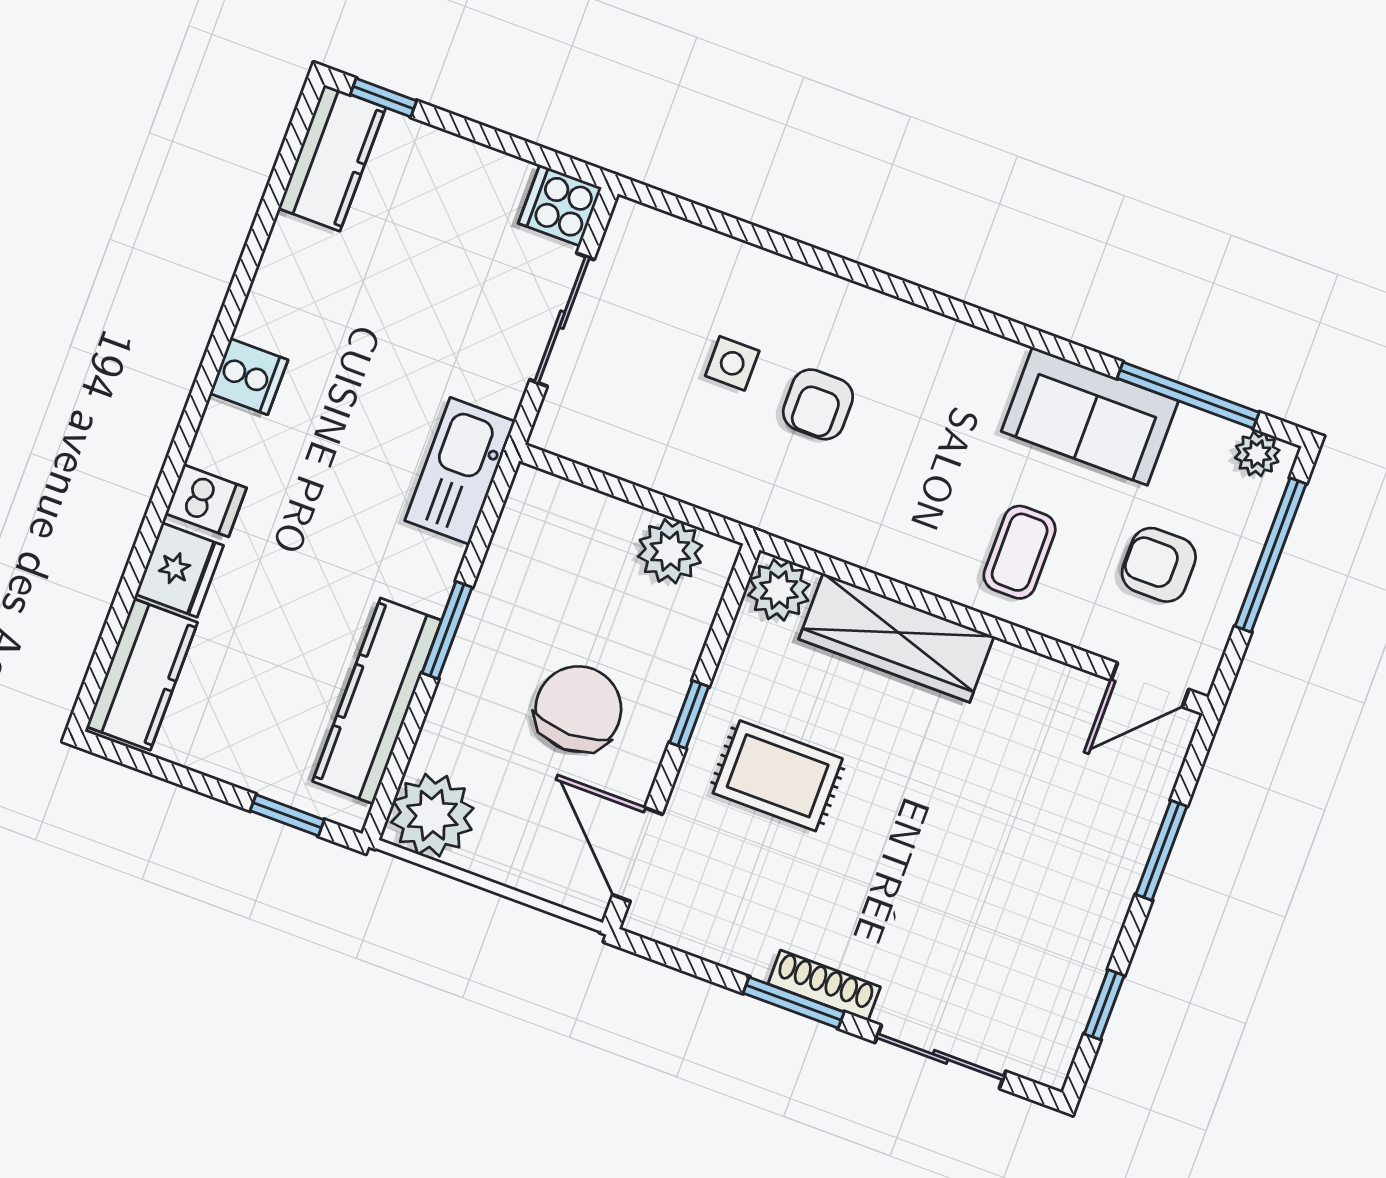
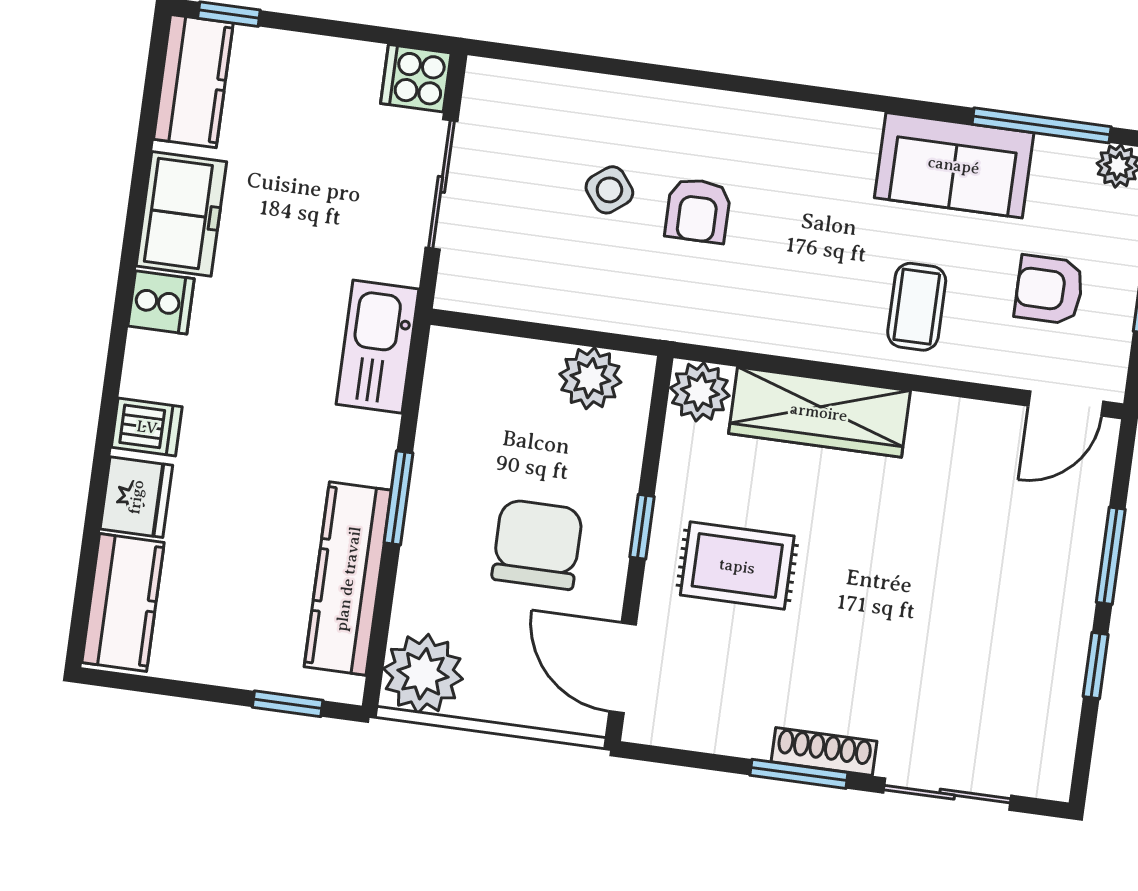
freezer: (290, 291) -> (181, 214), added
side table: (732, 363) -> (609, 190), turned -38
window: (1104, 1005) -> (1096, 666), moved

